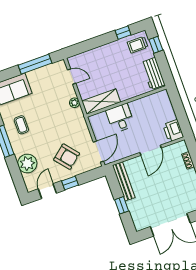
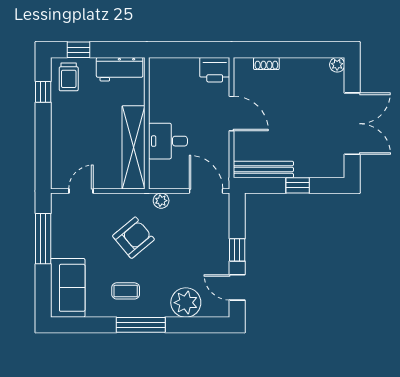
shelving: (101, 102) -> (133, 147), width x1.47
plant: (74, 103) -> (161, 201), moved
armchair: (67, 157) -> (133, 238), moved

